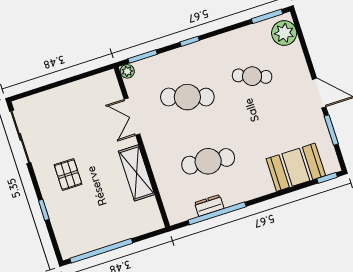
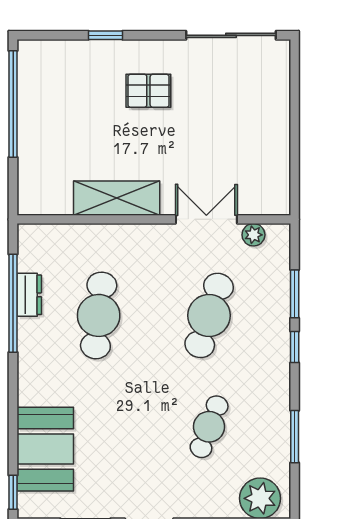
window: (267, 16) -> (295, 437), moved
window: (143, 56) -> (295, 294), moved
plant: (127, 71) -> (253, 235), moved

